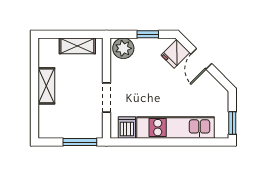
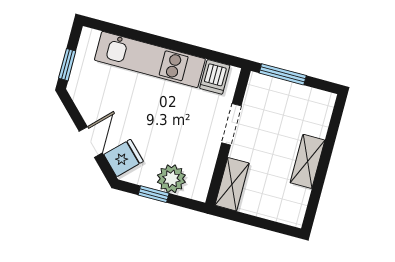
shelving: (77, 46) -> (232, 184), moved, turned 90
plant: (123, 48) -> (171, 179), moved
window: (232, 123) -> (67, 65), moved

